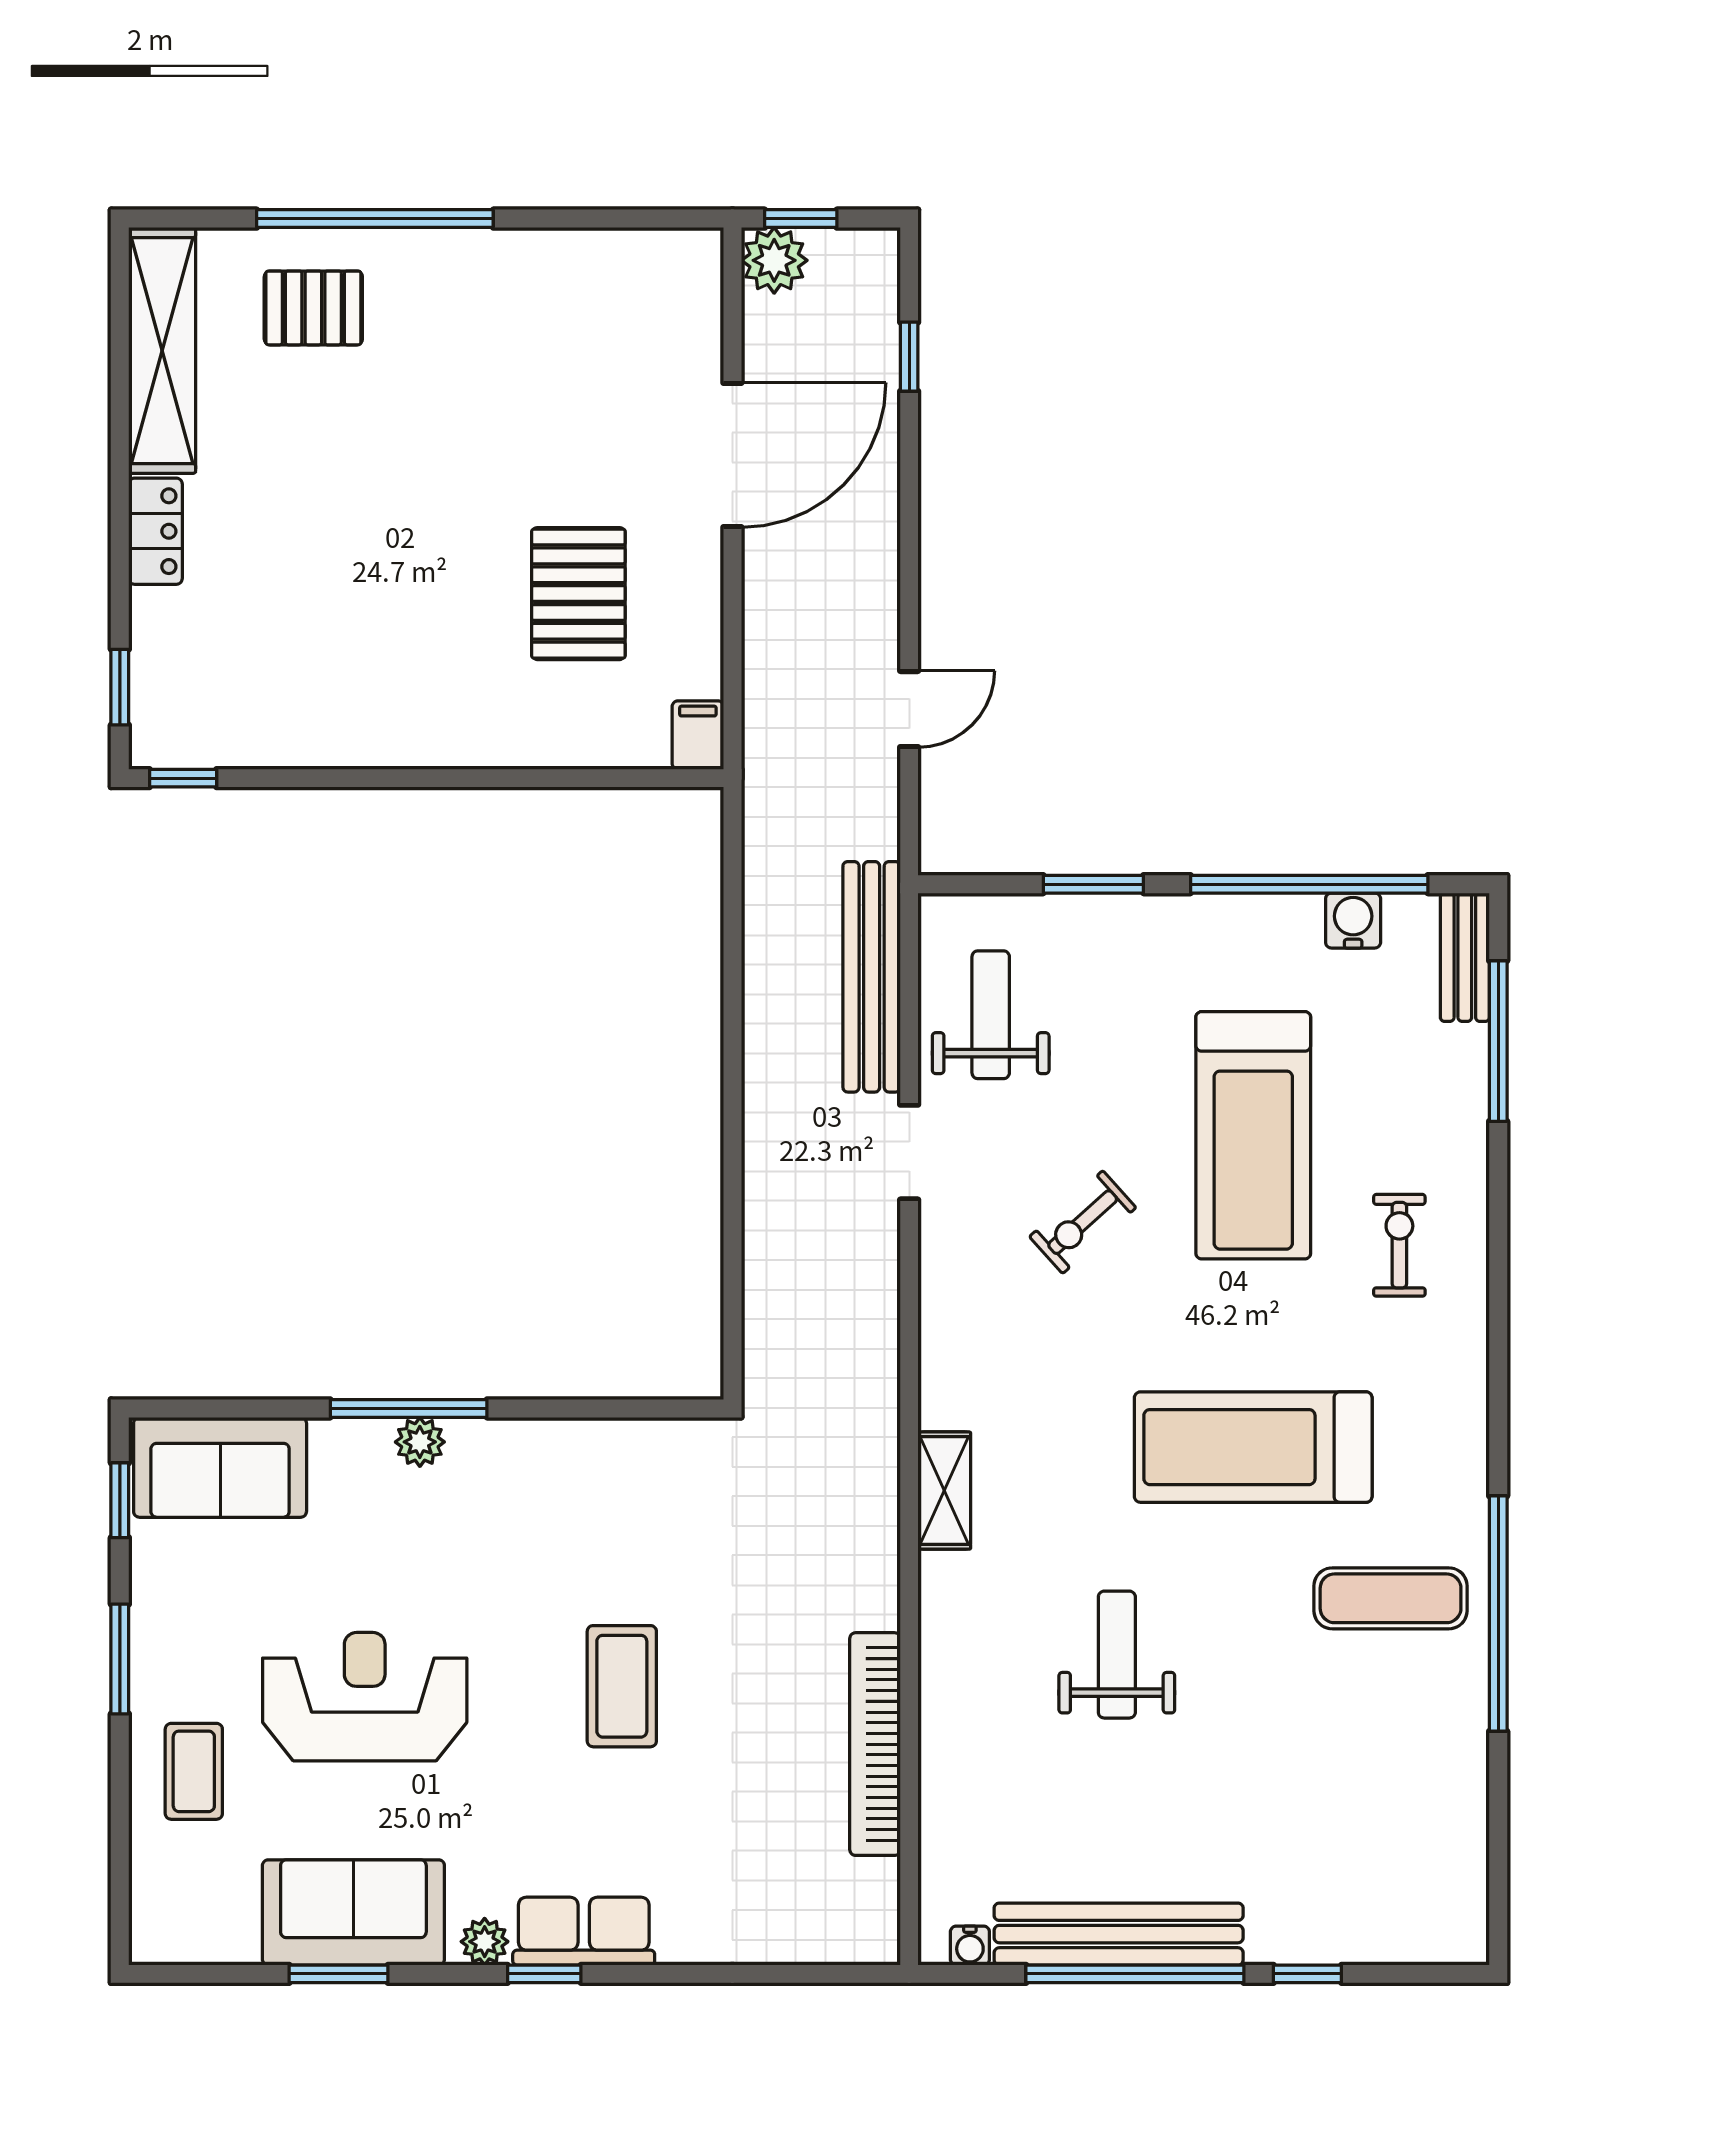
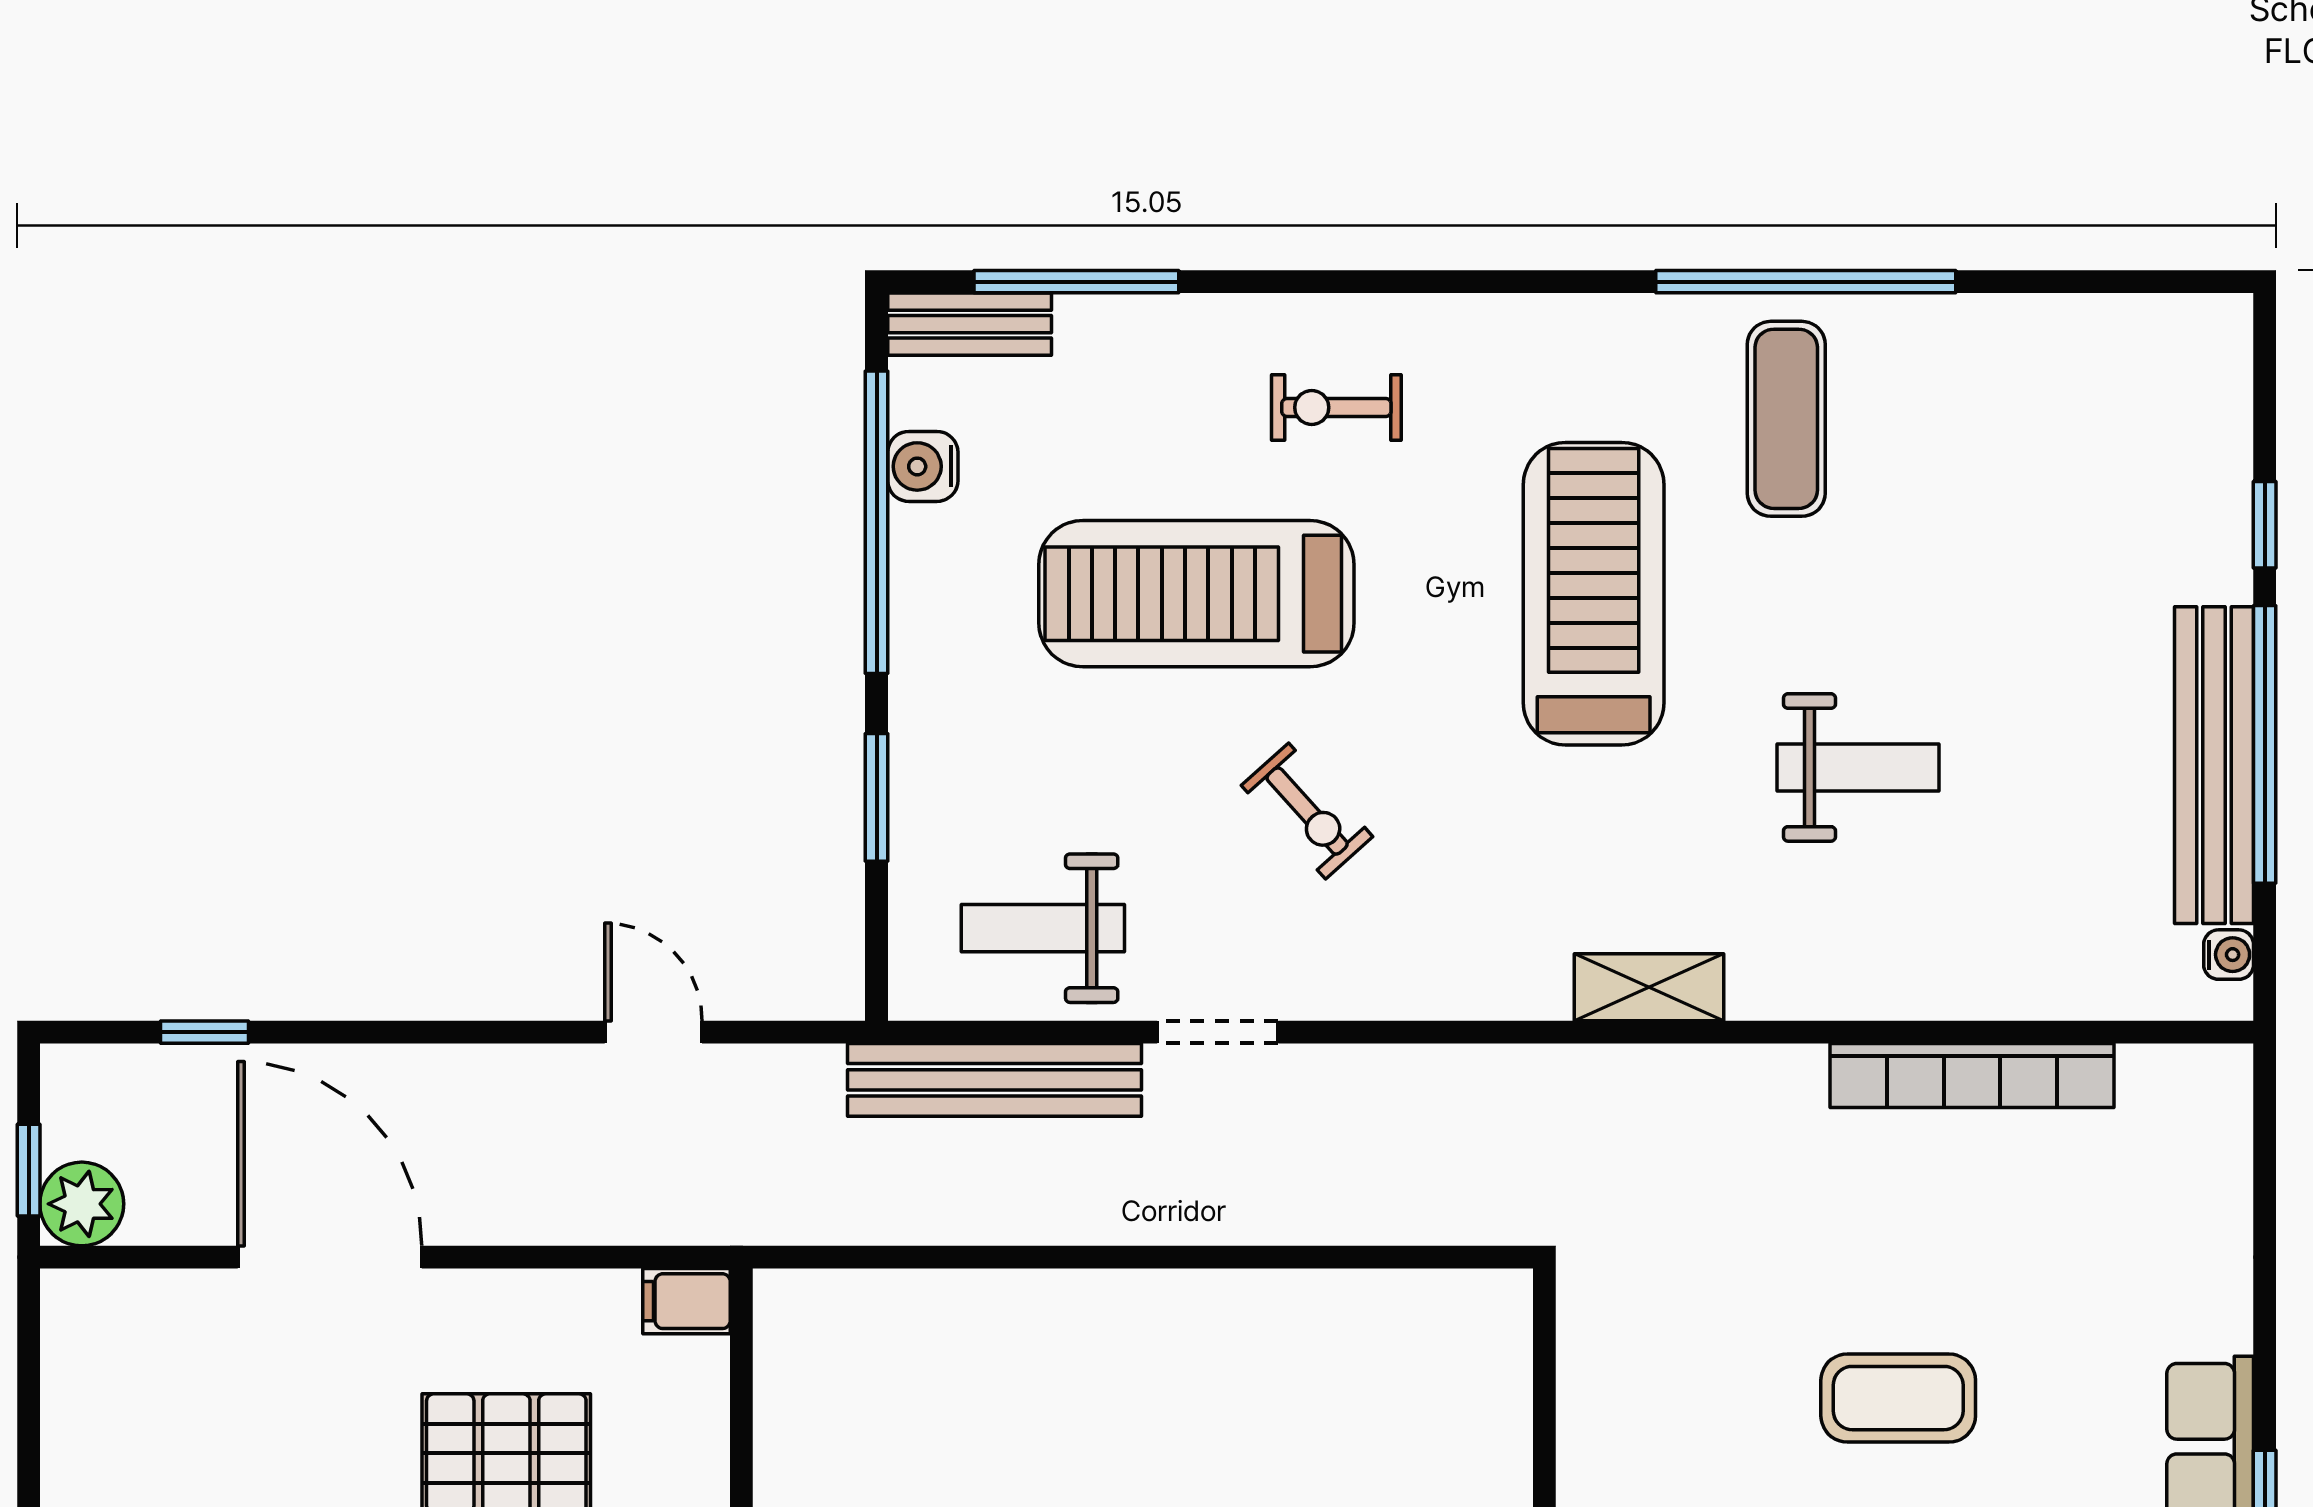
treadmill: (1253, 1135) -> (1196, 594), turned 180
treadmill: (1253, 1447) -> (1594, 594), turned 180
weight bench: (1117, 1655) -> (1858, 767), turned 180

